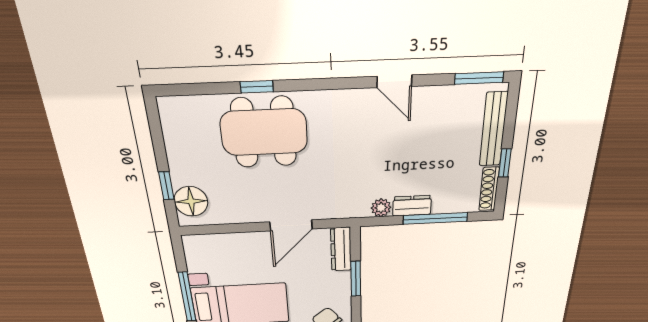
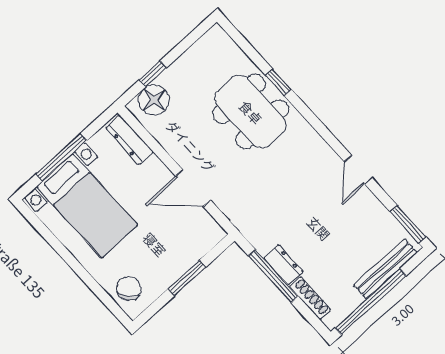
window: (505, 163) -> (371, 302), width x3.17
shoe rack: (489, 189) -> (310, 298), moved, turned 90
plant: (381, 208) -> (263, 243), removed
window: (435, 218) -> (273, 276), moved
dresser: (341, 249) -> (129, 140), moved, turned -90

